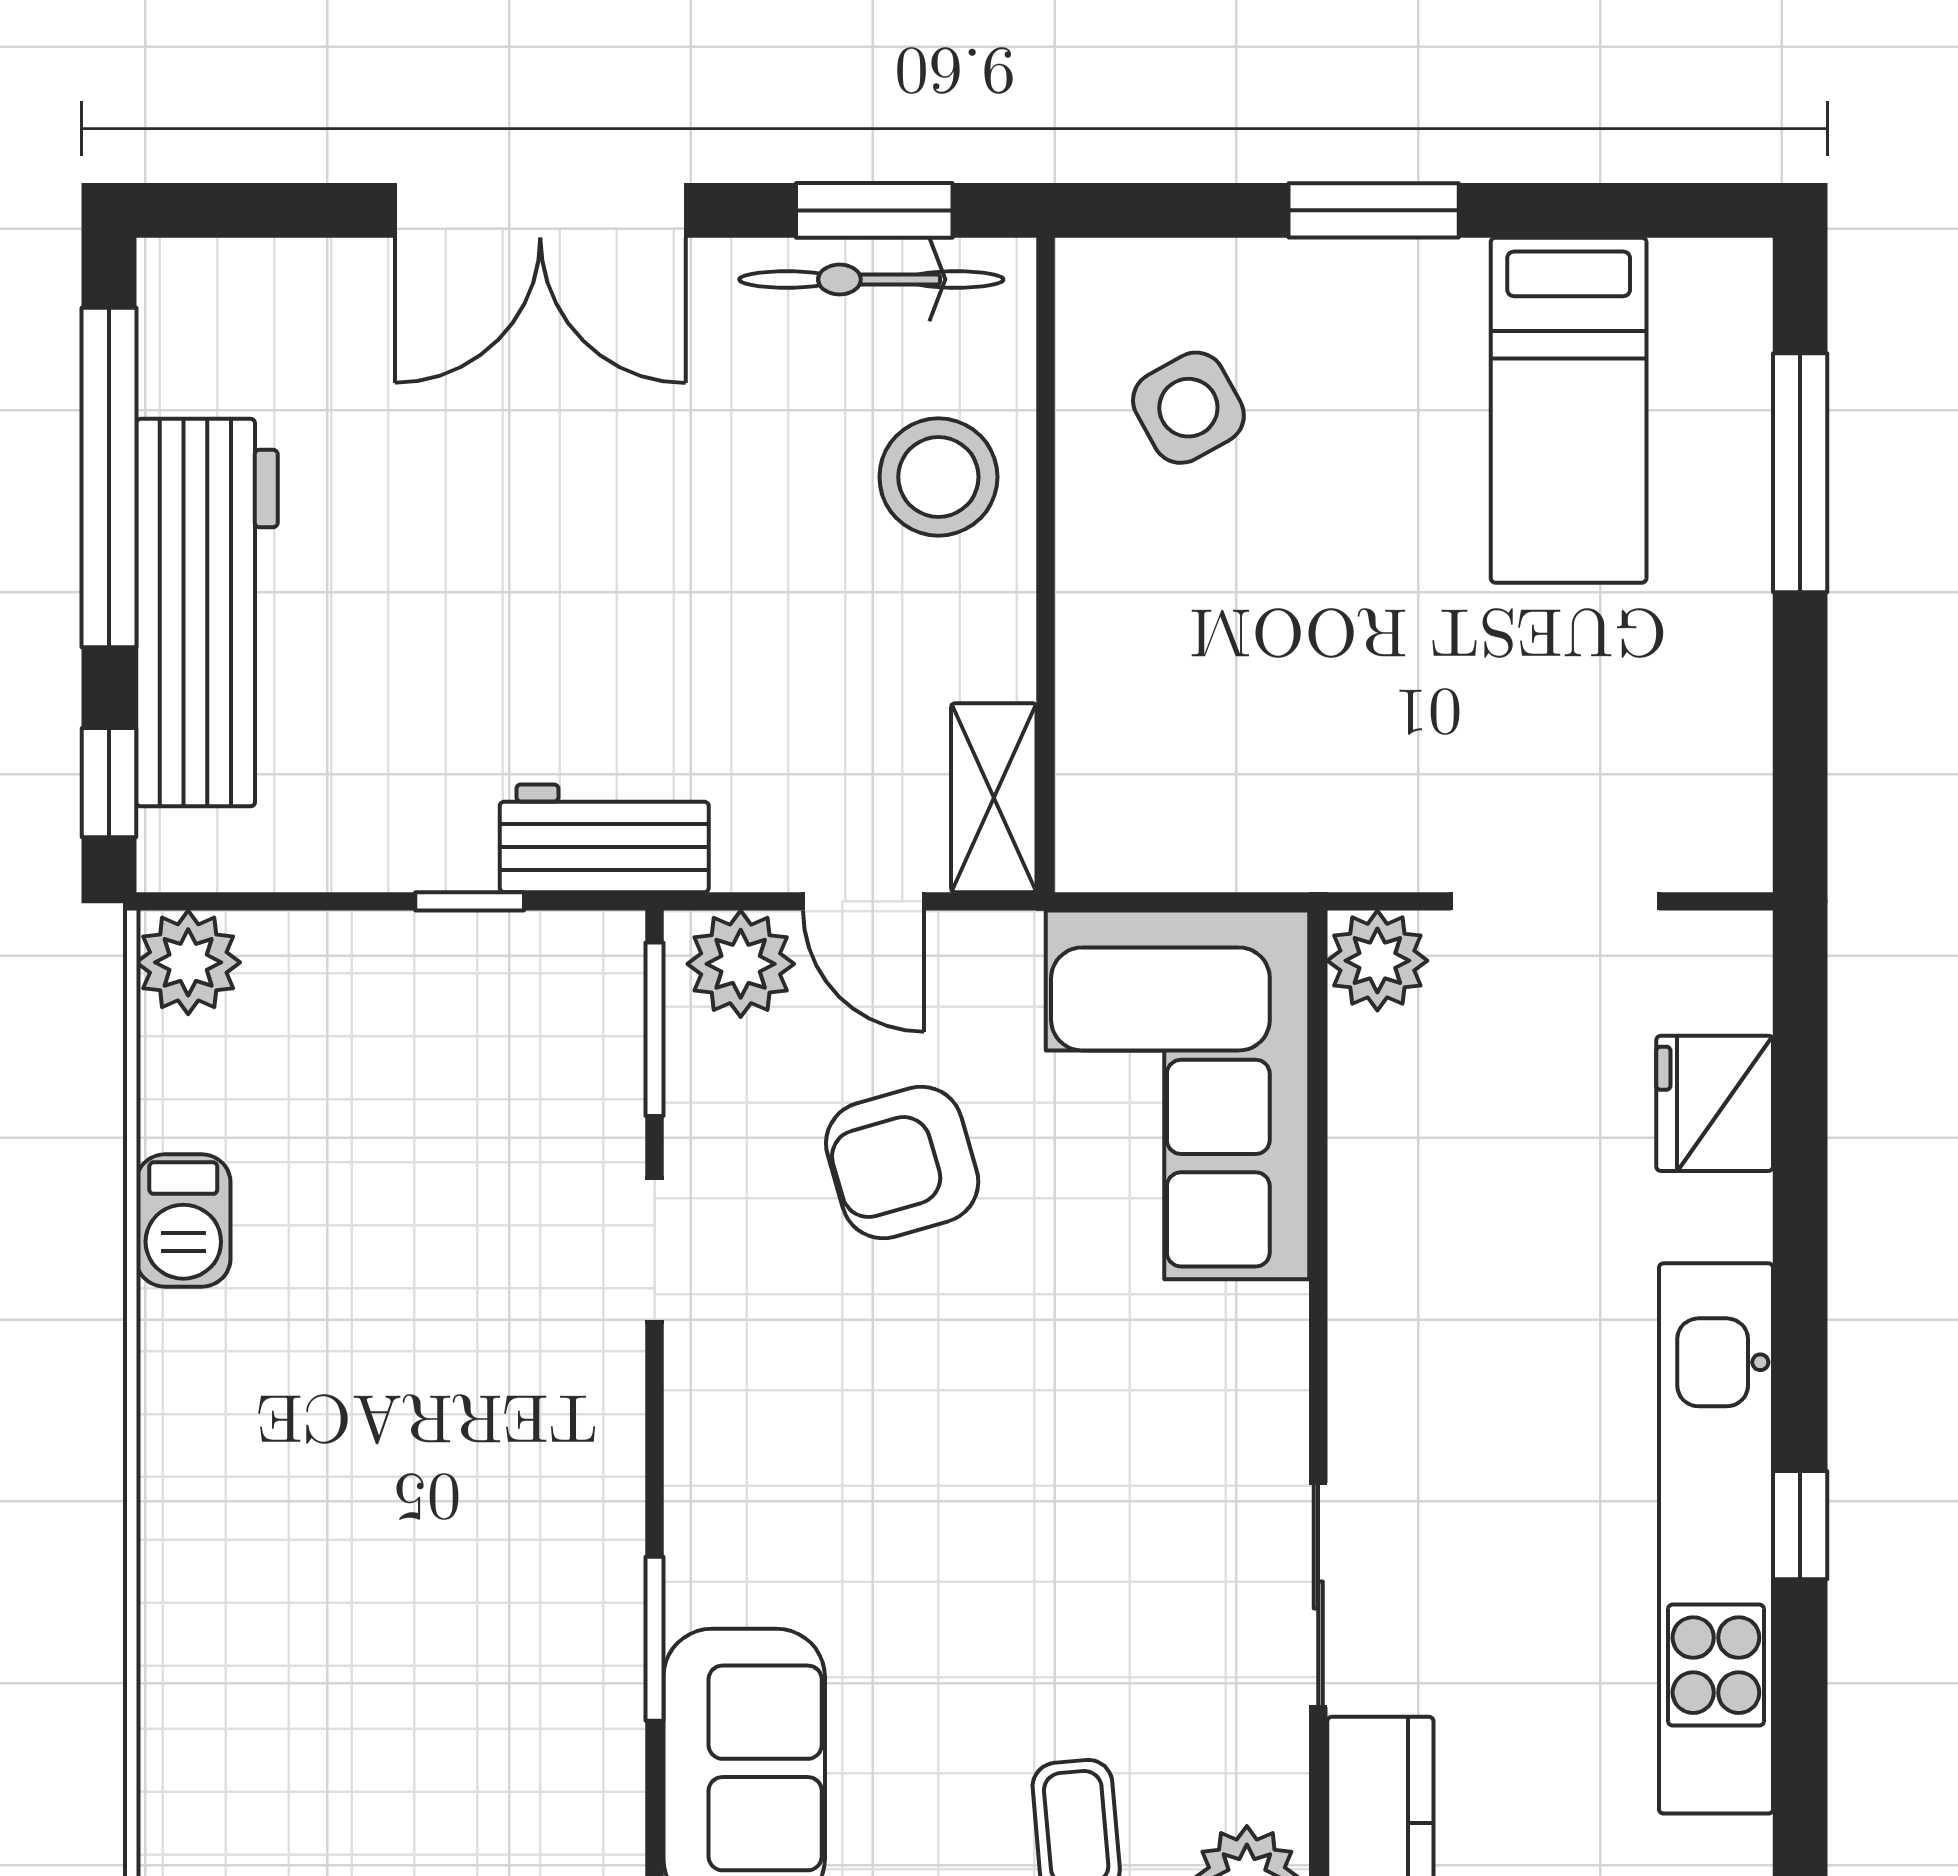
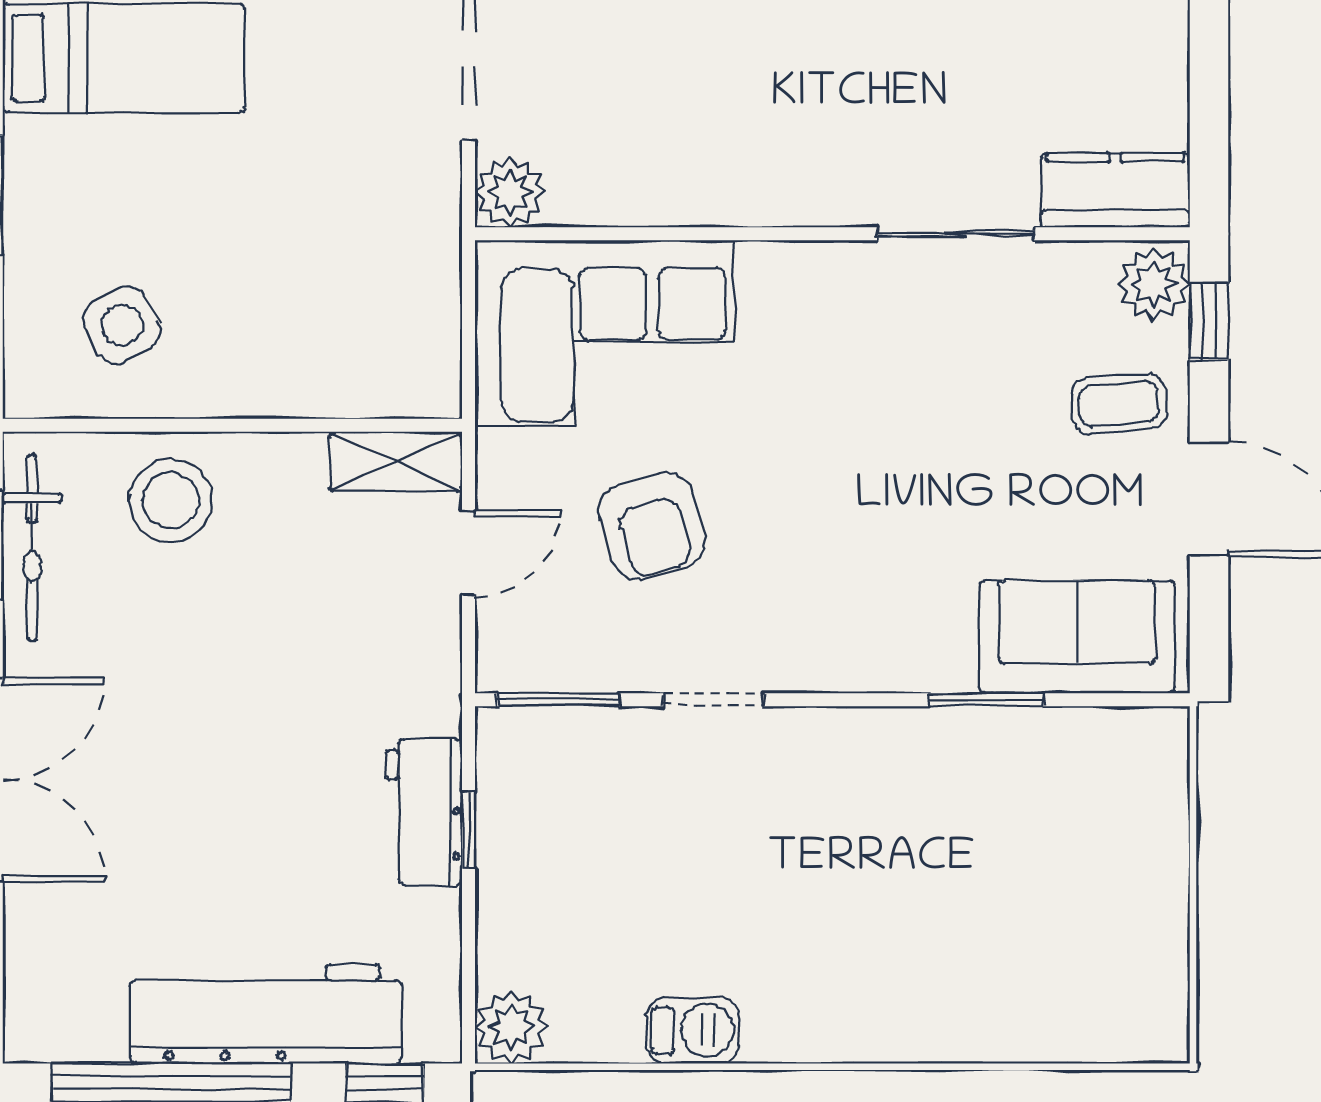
workbench: (604, 838) -> (424, 812), moved
plant: (741, 964) -> (512, 639), removed

